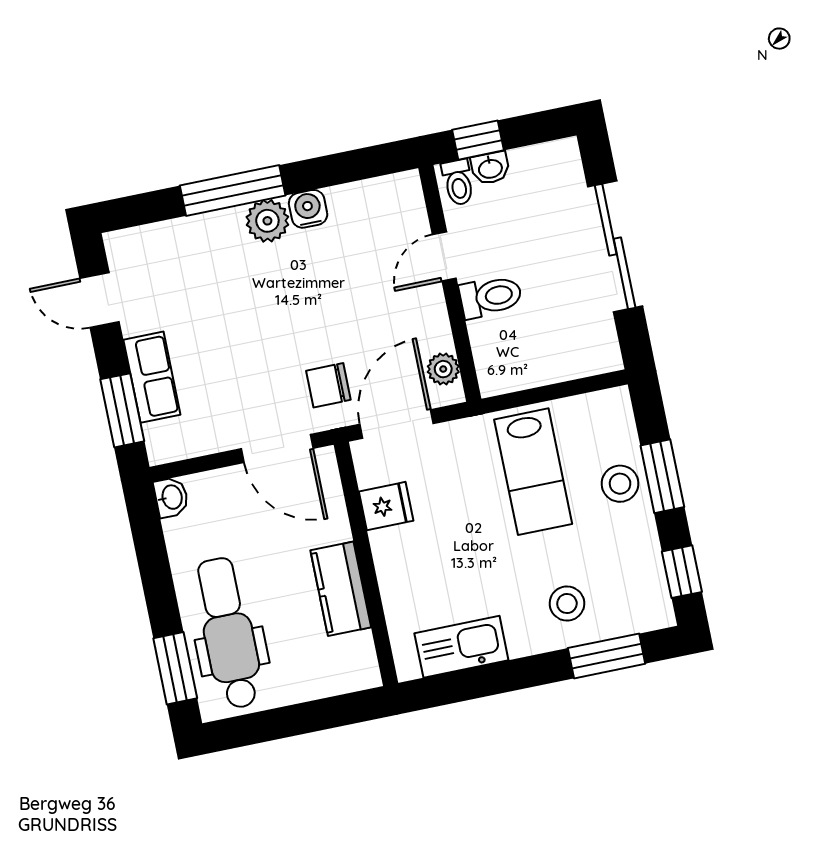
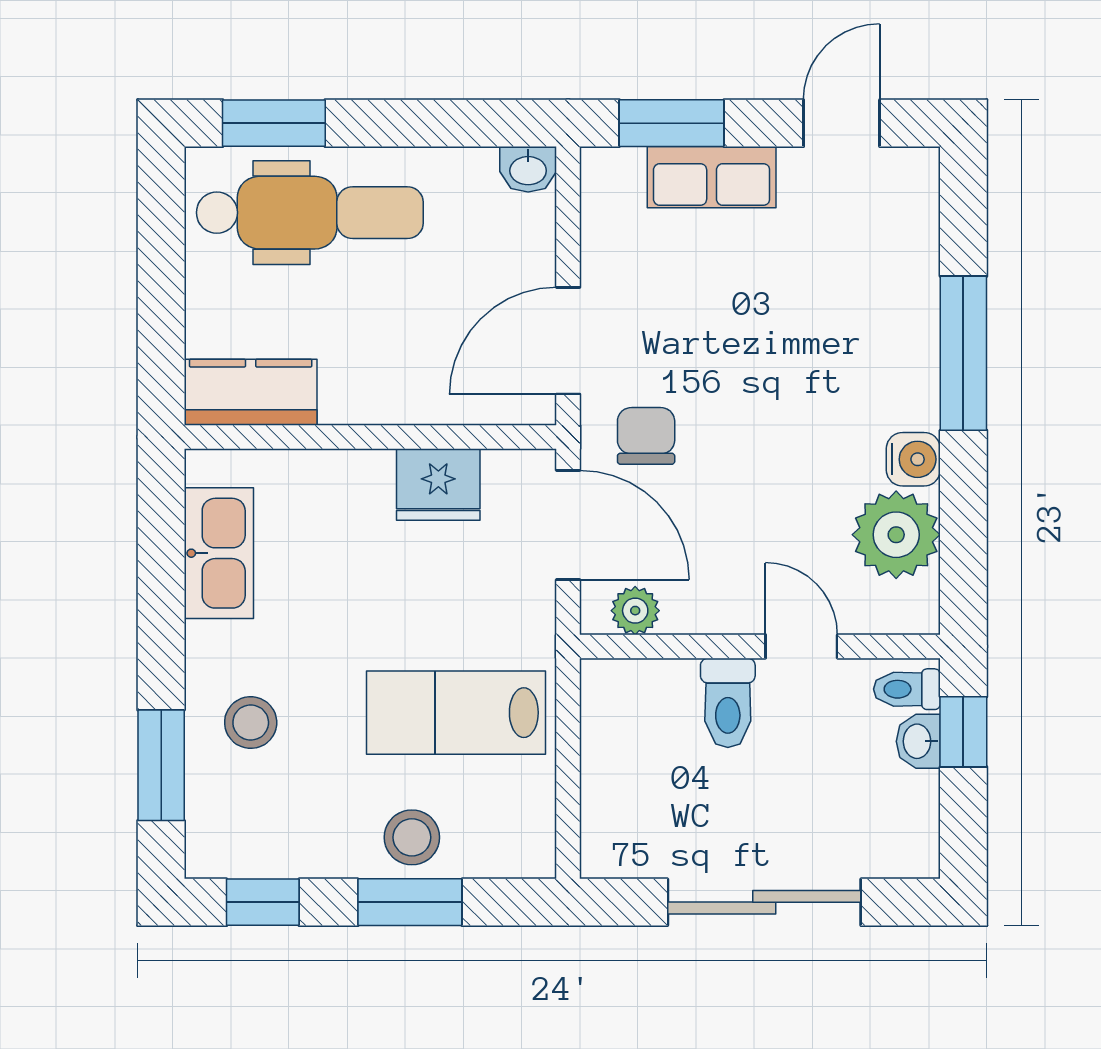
plant: (267, 221) -> (896, 535), moved, width x1.36, depth x1.36
fridge: (386, 506) -> (438, 485), width x1.38
kitchen counter: (341, 589) -> (251, 392), moved

